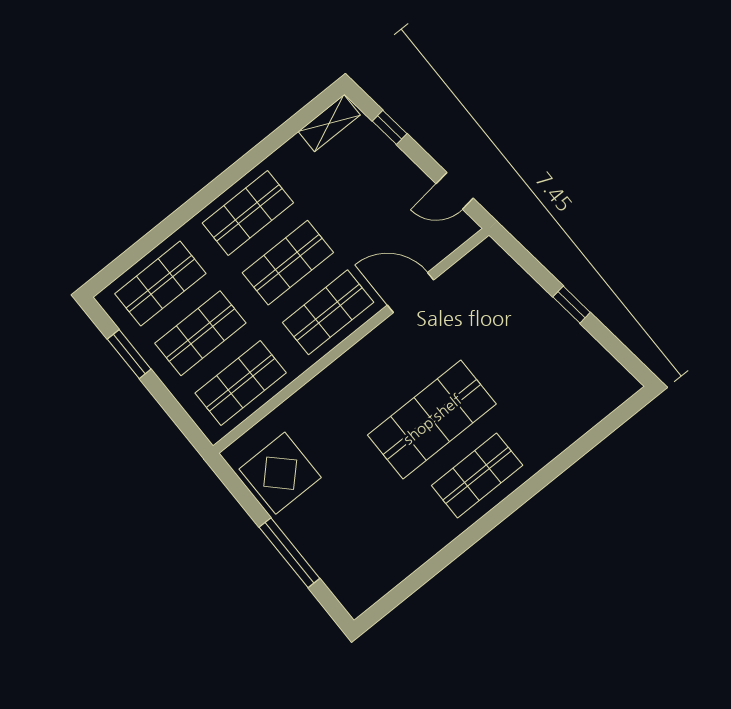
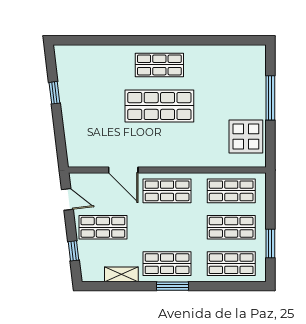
shelving: (329, 123) -> (121, 274), moved
window: (216, 188) -> (172, 286), added
shop shelf: (288, 263) -> (103, 227), moved
window: (572, 305) -> (54, 93), moved

